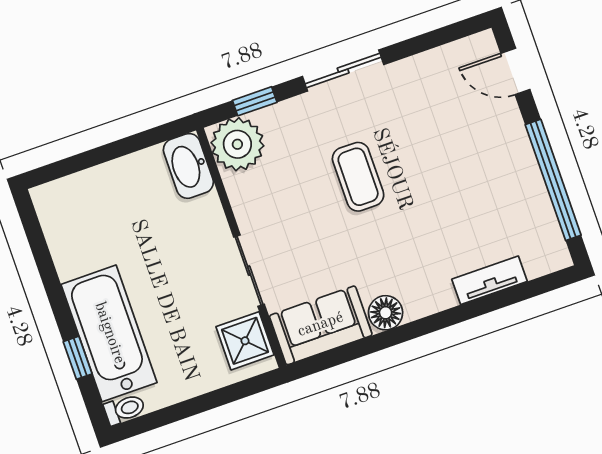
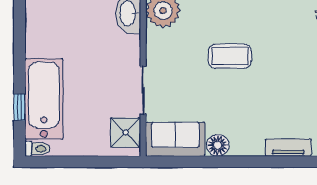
coffee table: (358, 177) -> (230, 56), turned 90

